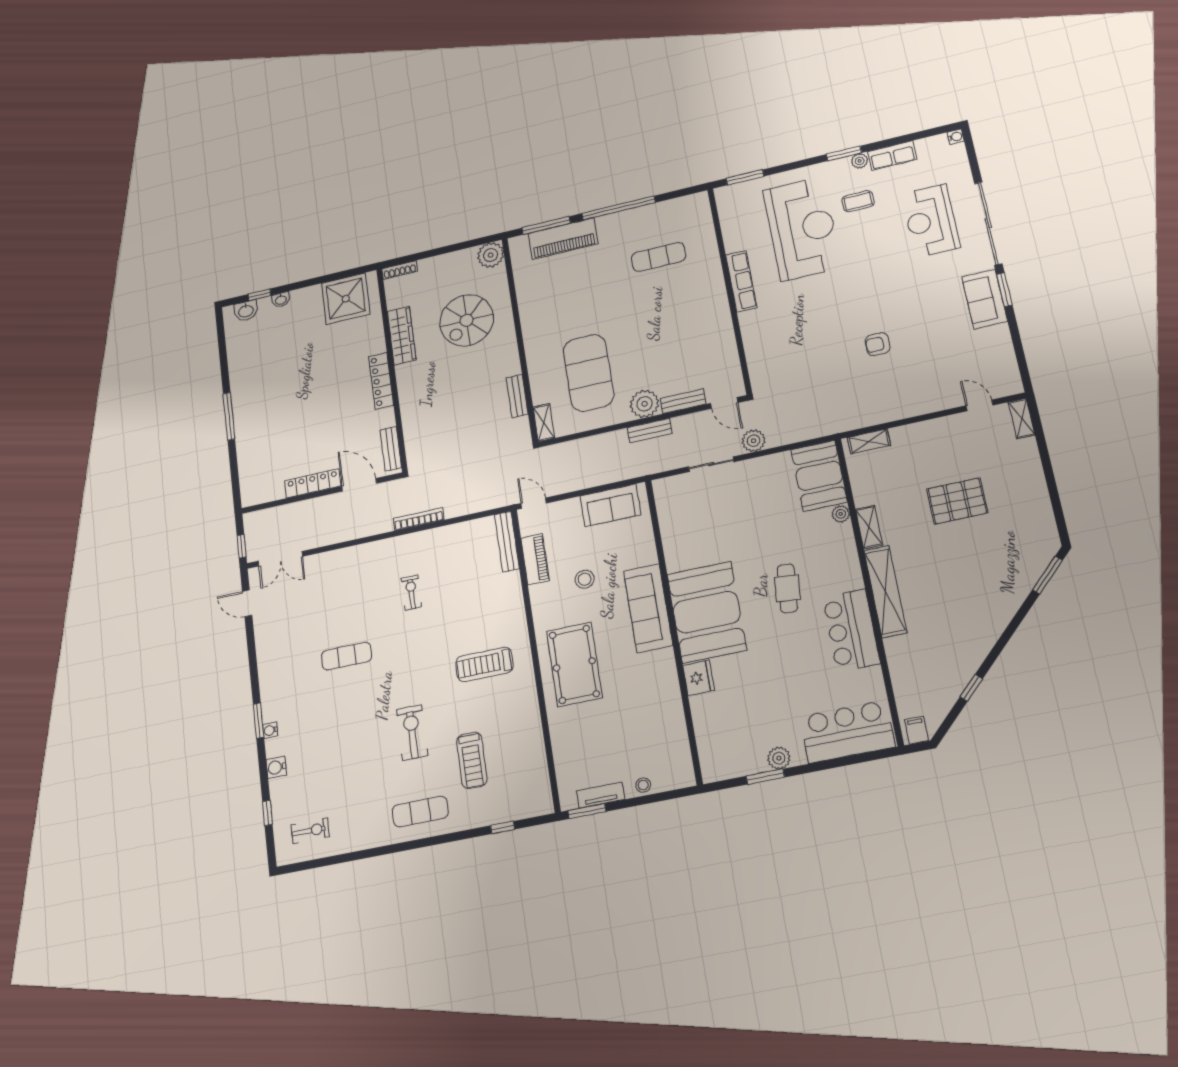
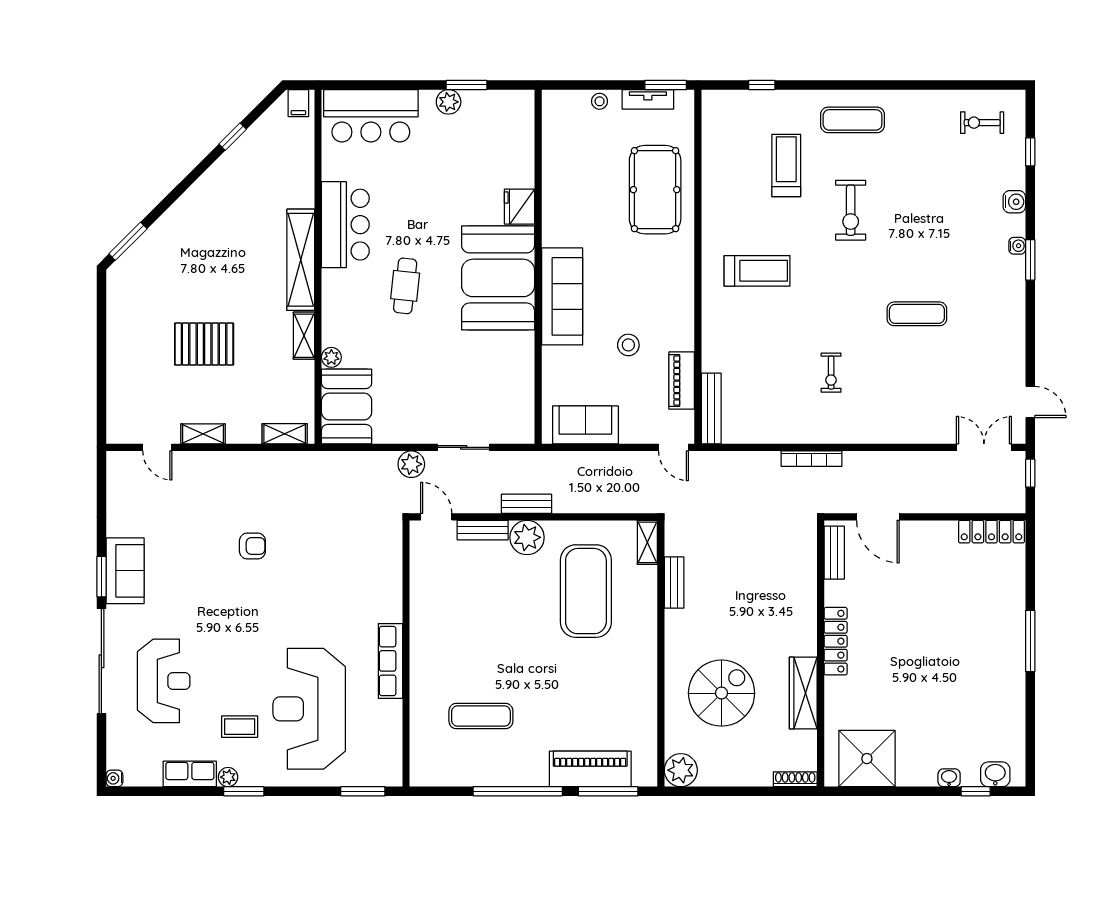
shelving: (1022, 419) -> (203, 434), moved, turned 90
locker: (313, 483) -> (992, 532), moved
pool table: (574, 664) -> (655, 190), moved

